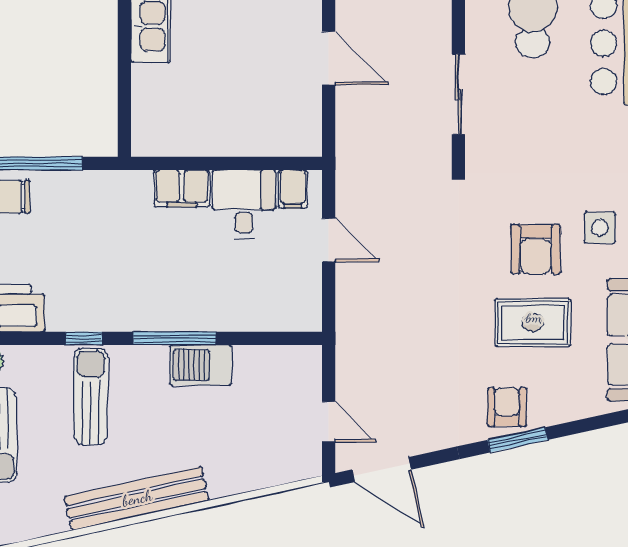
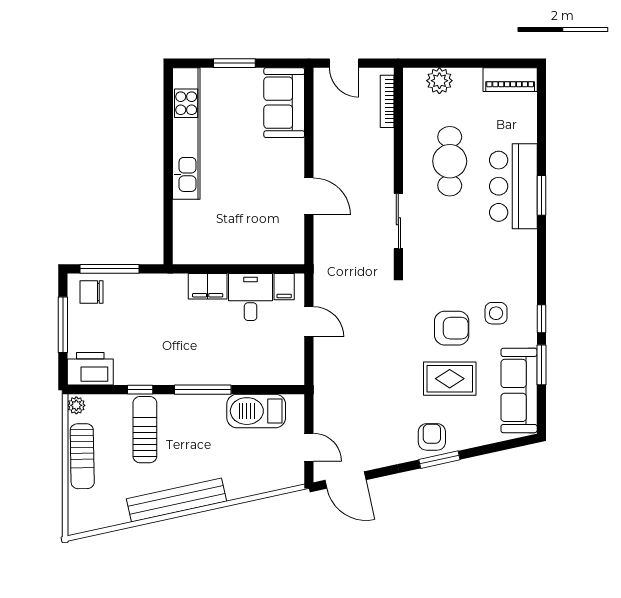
armchair: (536, 249) -> (452, 328), turned -90
barbecue: (201, 365) -> (256, 411), moved, width x1.37, depth x1.21

